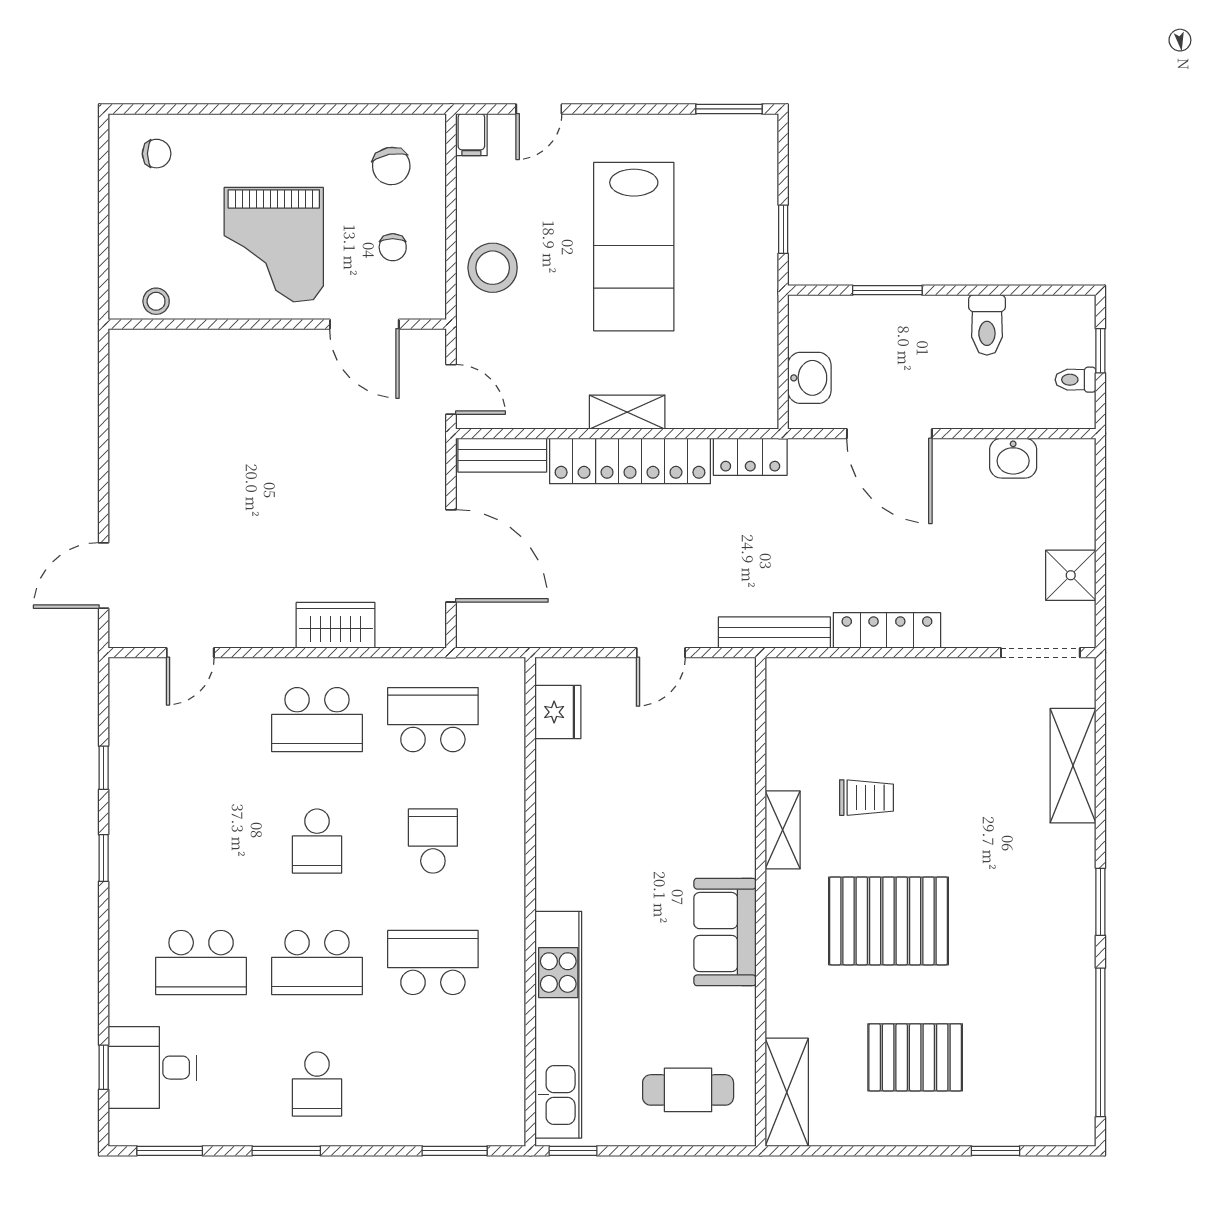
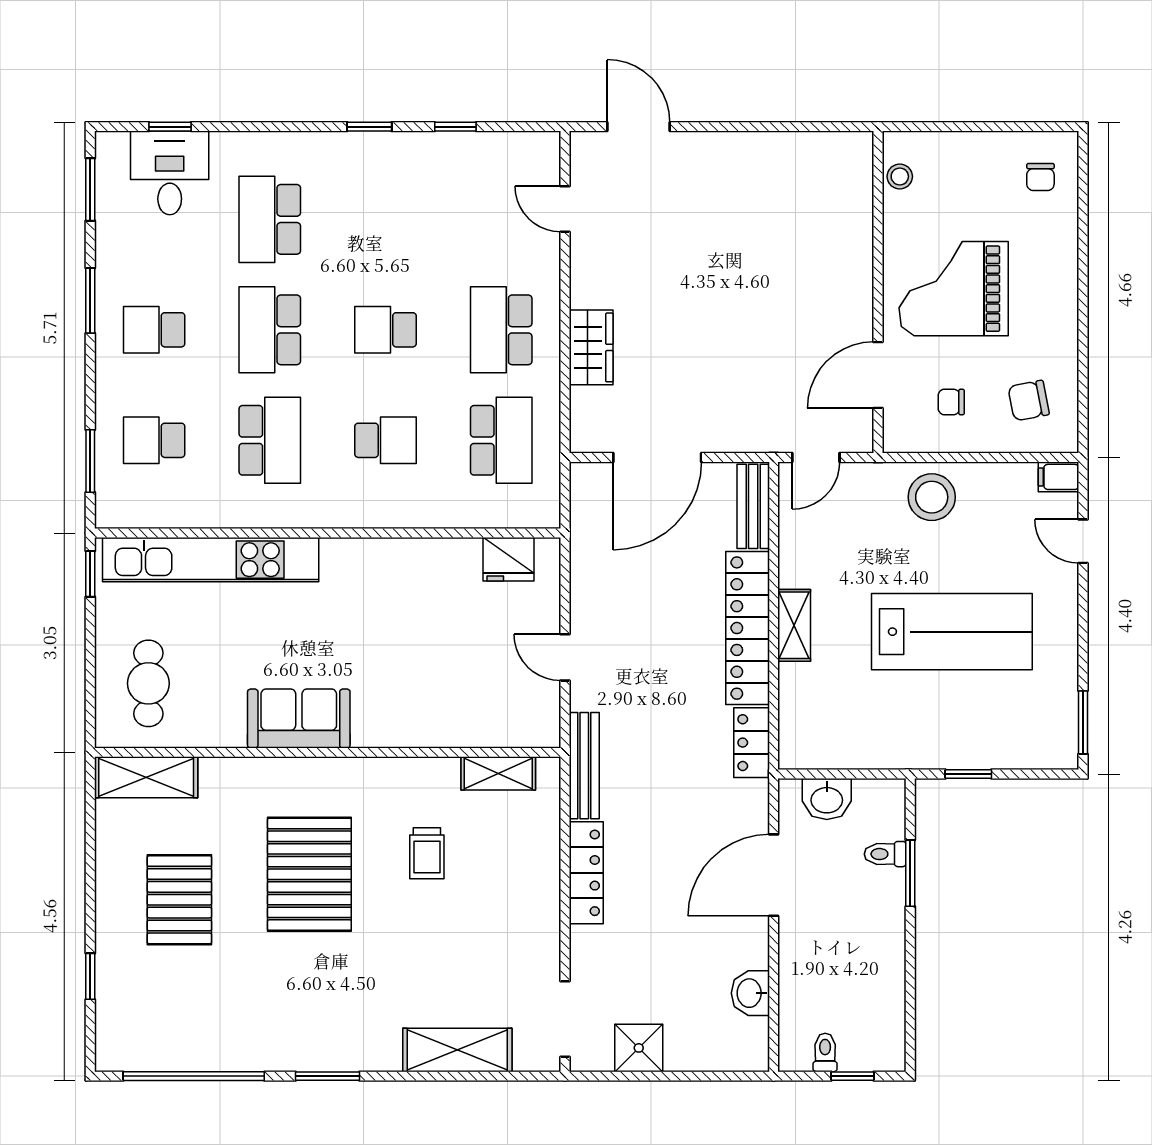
lab bench: (634, 247) -> (952, 632), turned 180
toilet: (987, 325) -> (885, 854), moved, width x0.73, depth x0.72
shelving: (783, 830) -> (498, 773), moved
school desk: (433, 1084) -> (154, 440), added

